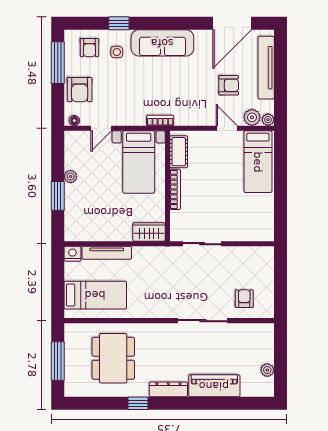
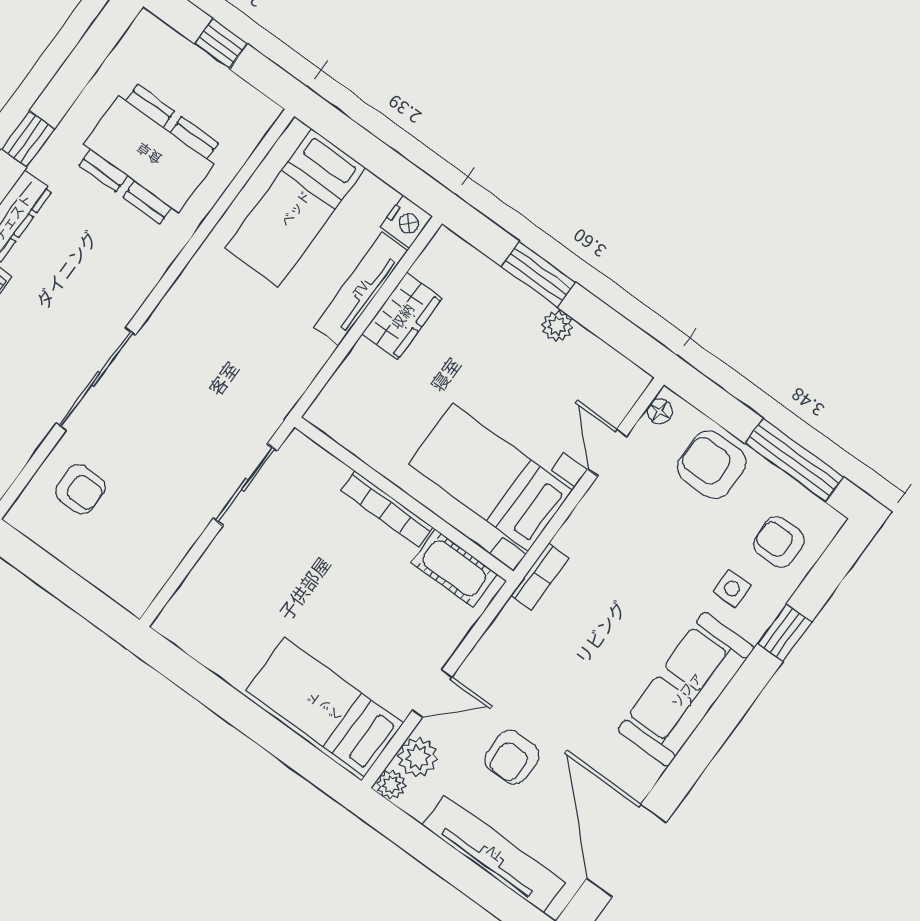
wardrobe: (149, 232) -> (402, 316), moved
window: (58, 361) -> (221, 44), width x0.46

